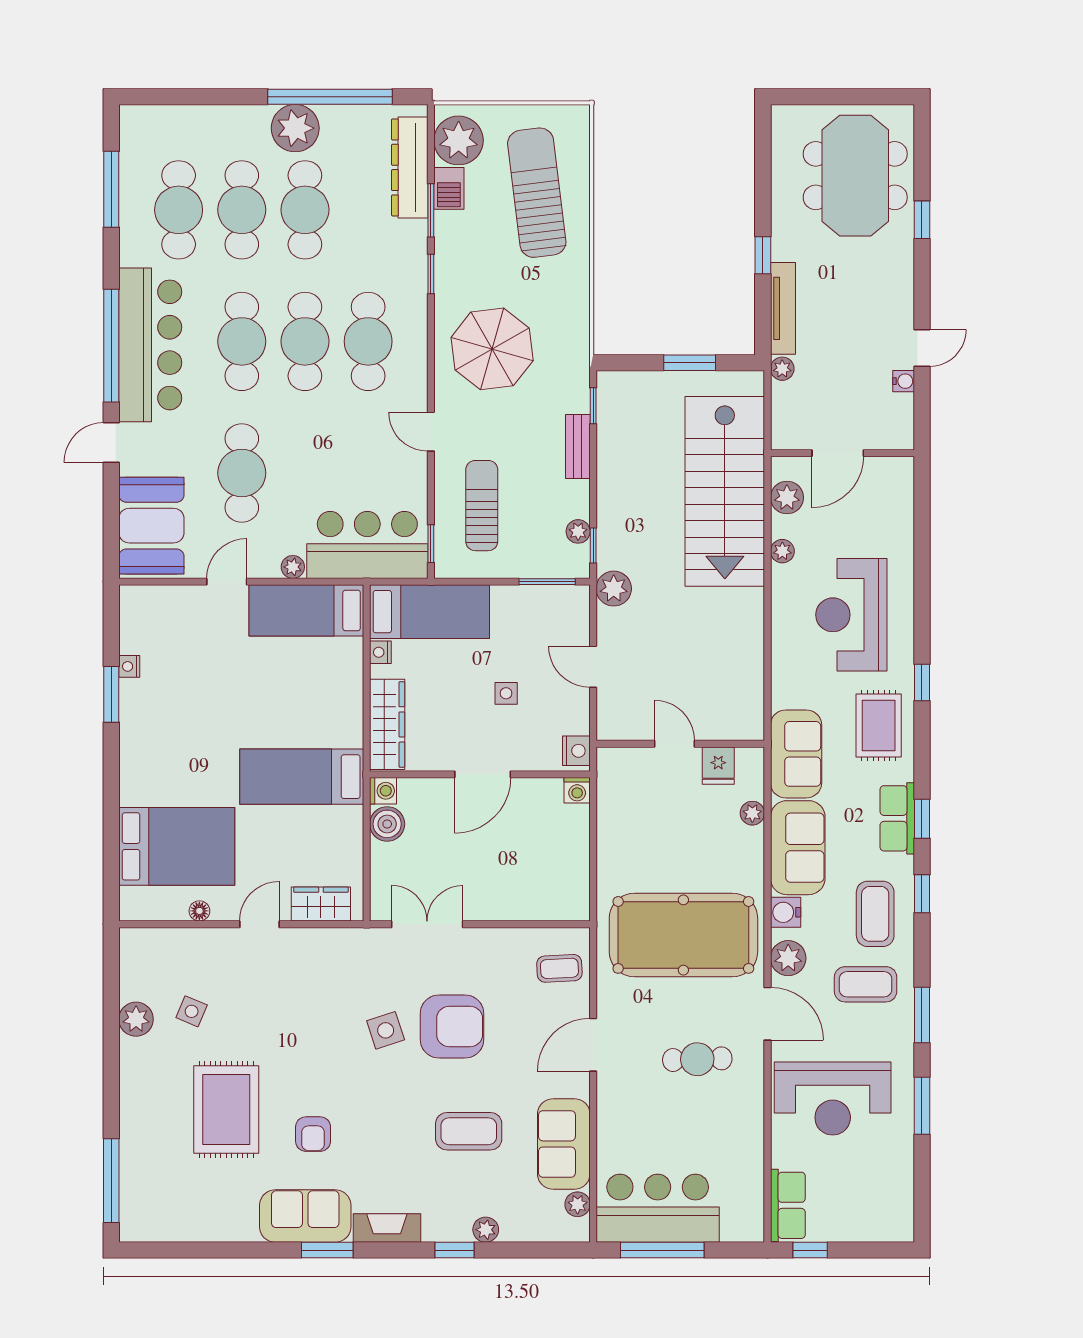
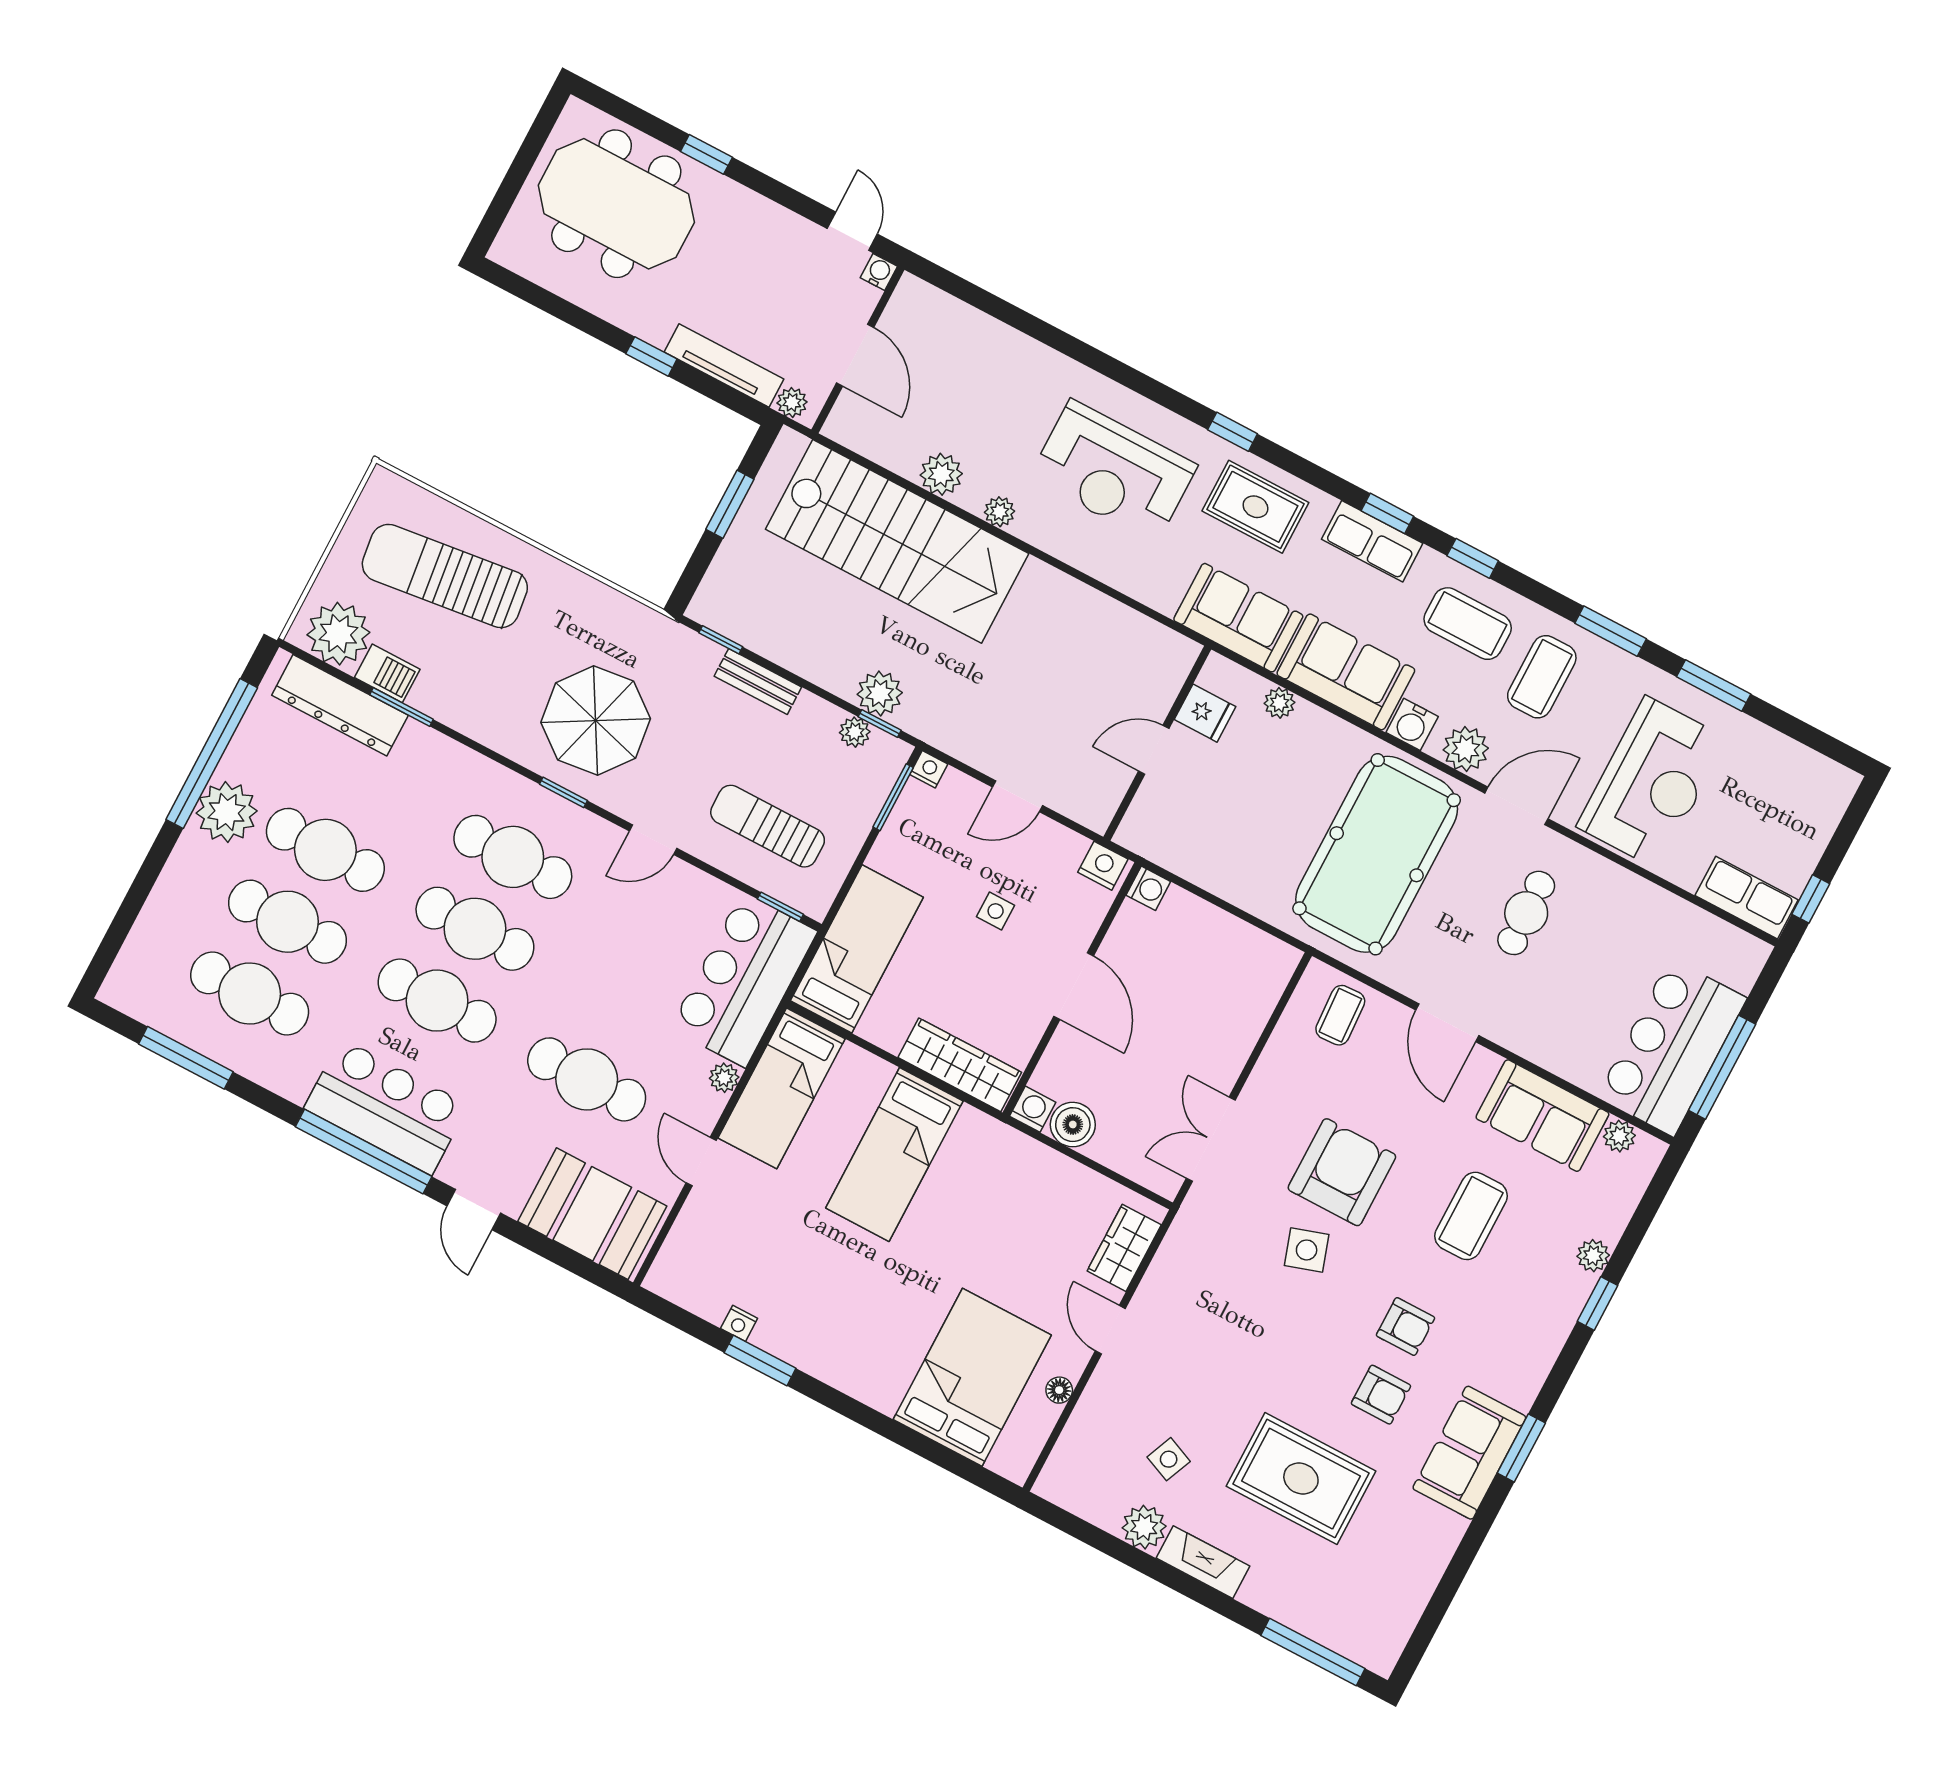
window: (431, 274) -> (563, 792), moved
bar counter: (150, 345) -> (386, 1107), width x0.73
door: (838, 453) -> (855, 355), moved
wall: (842, 453) -> (858, 350), moved
plant: (614, 589) -> (880, 693), moved
nightstand: (380, 652) -> (929, 769), moved, turned 180
bed: (302, 777) -> (894, 1154), moved
armchair: (369, 1126) -> (1406, 1327), added
fireplace: (387, 1228) -> (1203, 1562), moved, turned 90

